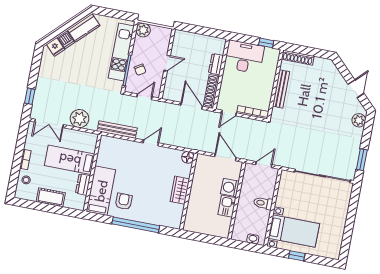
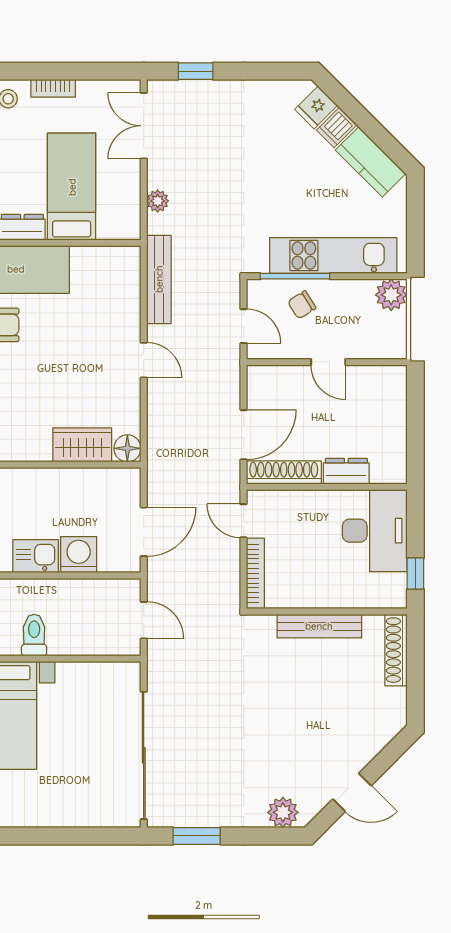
plant: (80, 119) -> (158, 201), width x0.53, depth x0.53
wardrobe: (180, 190) -> (82, 445), moved
toilet: (263, 203) -> (34, 635), moved

